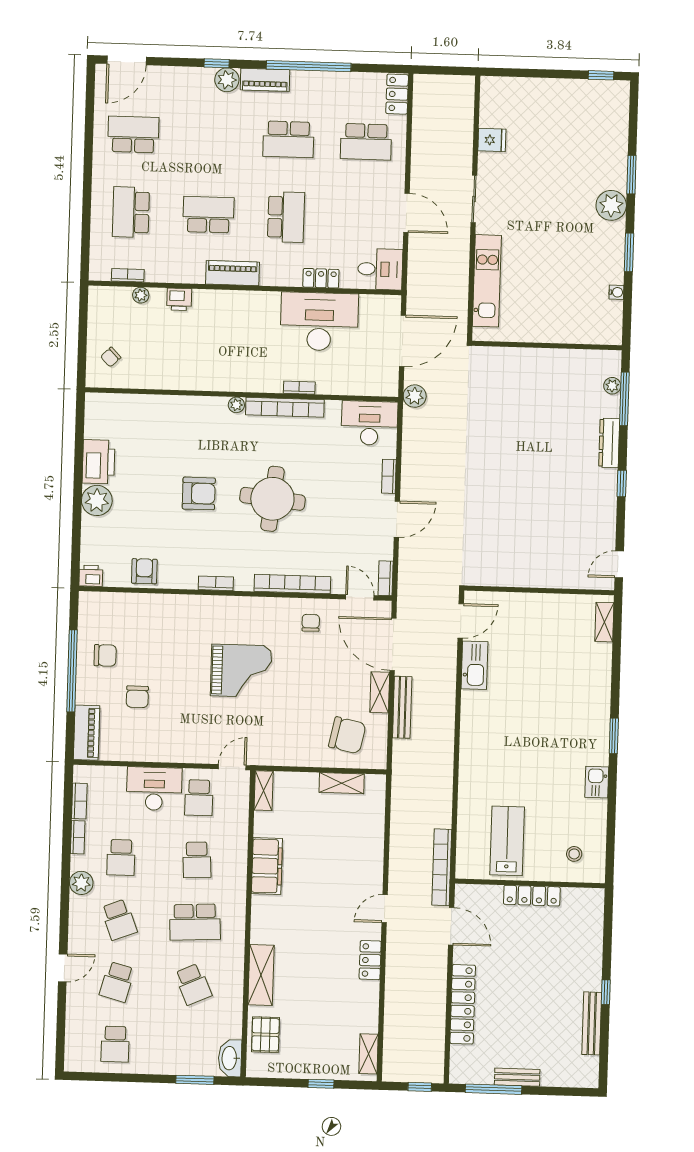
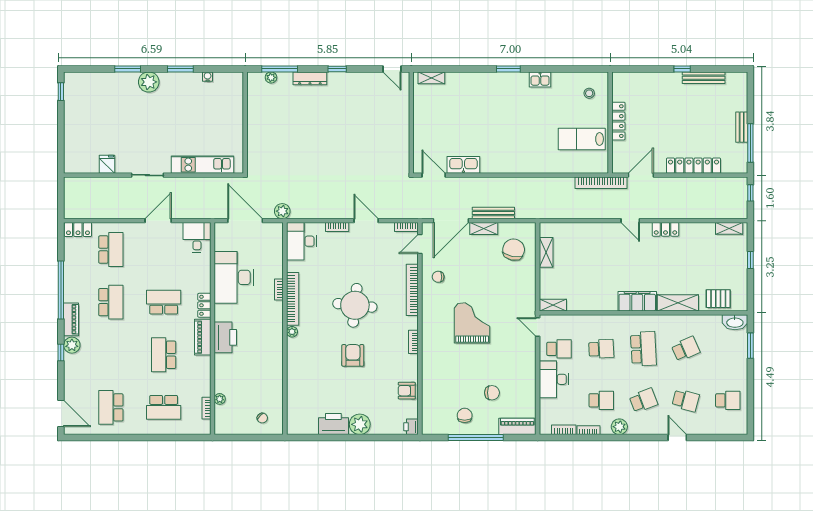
locker: (321, 278) -> (204, 305), moved
printer: (179, 299) -> (225, 337), moved, width x1.87, depth x1.48
filing cabinet: (267, 866) -> (637, 301), moved

